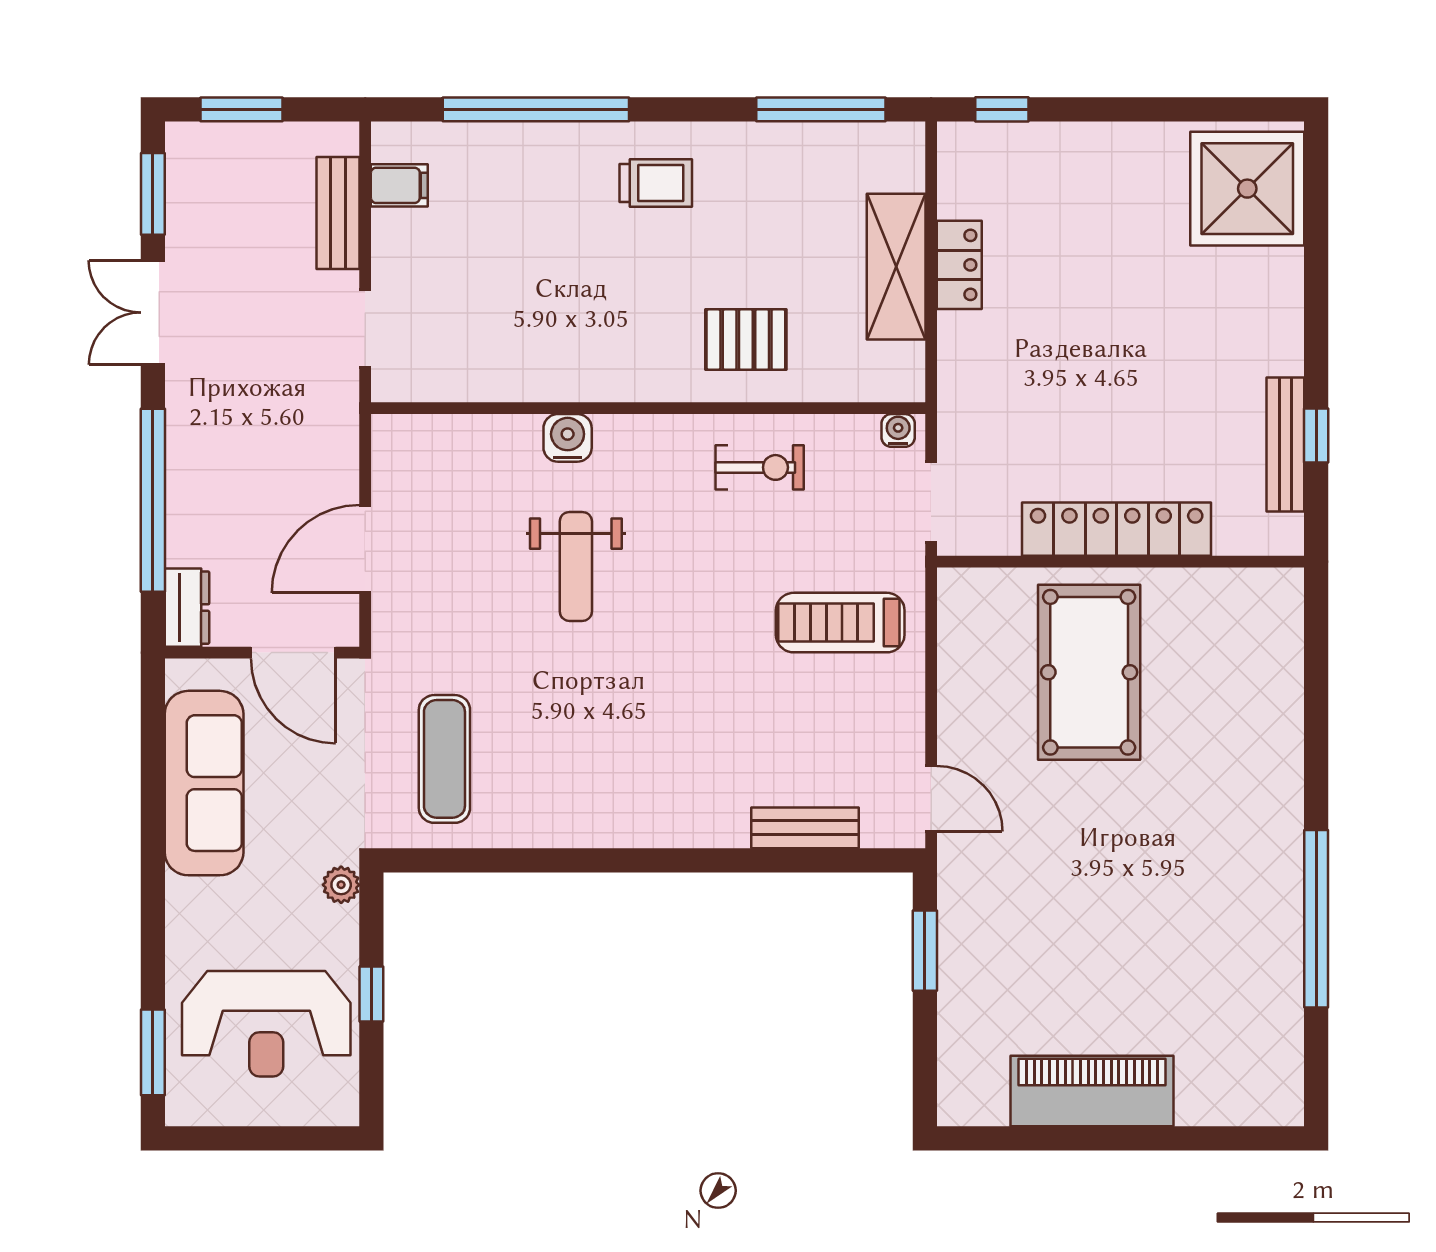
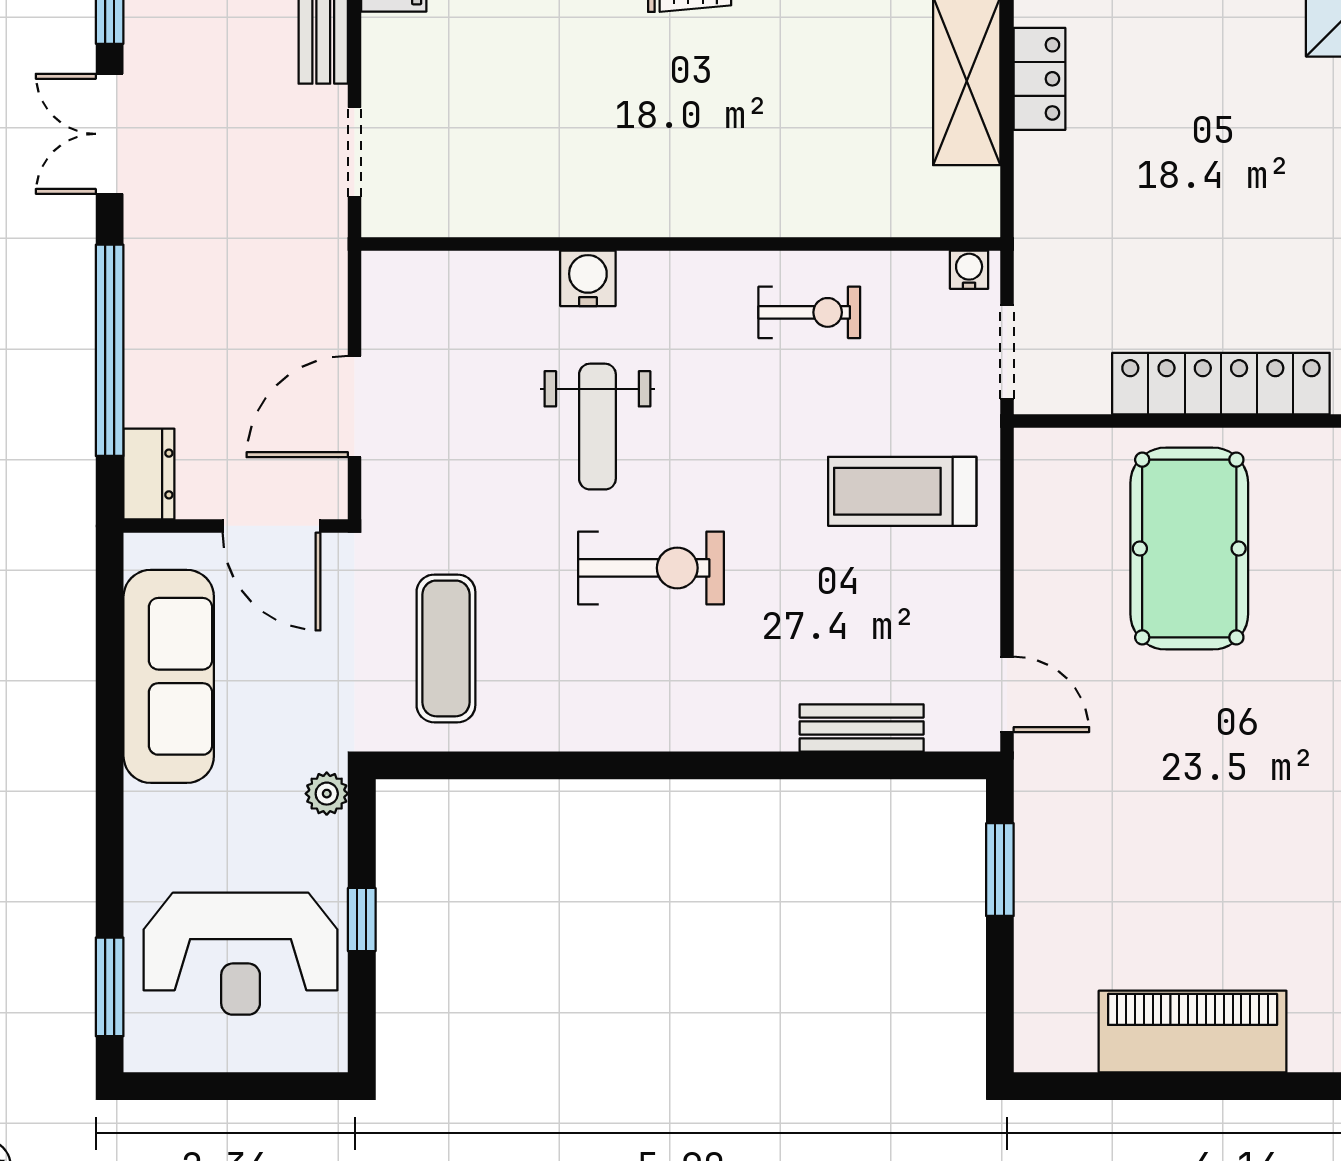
pallet: (746, 340) -> (794, 165), removed
exercise bike: (622, 689) -> (651, 568), added

